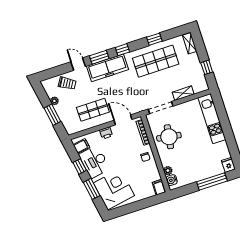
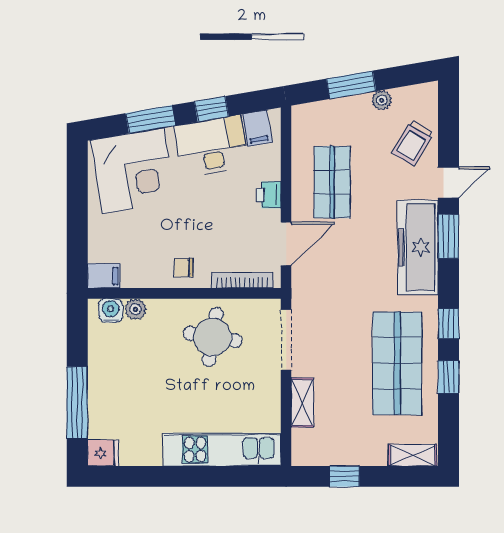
window: (122, 50) -> (448, 324), moved

